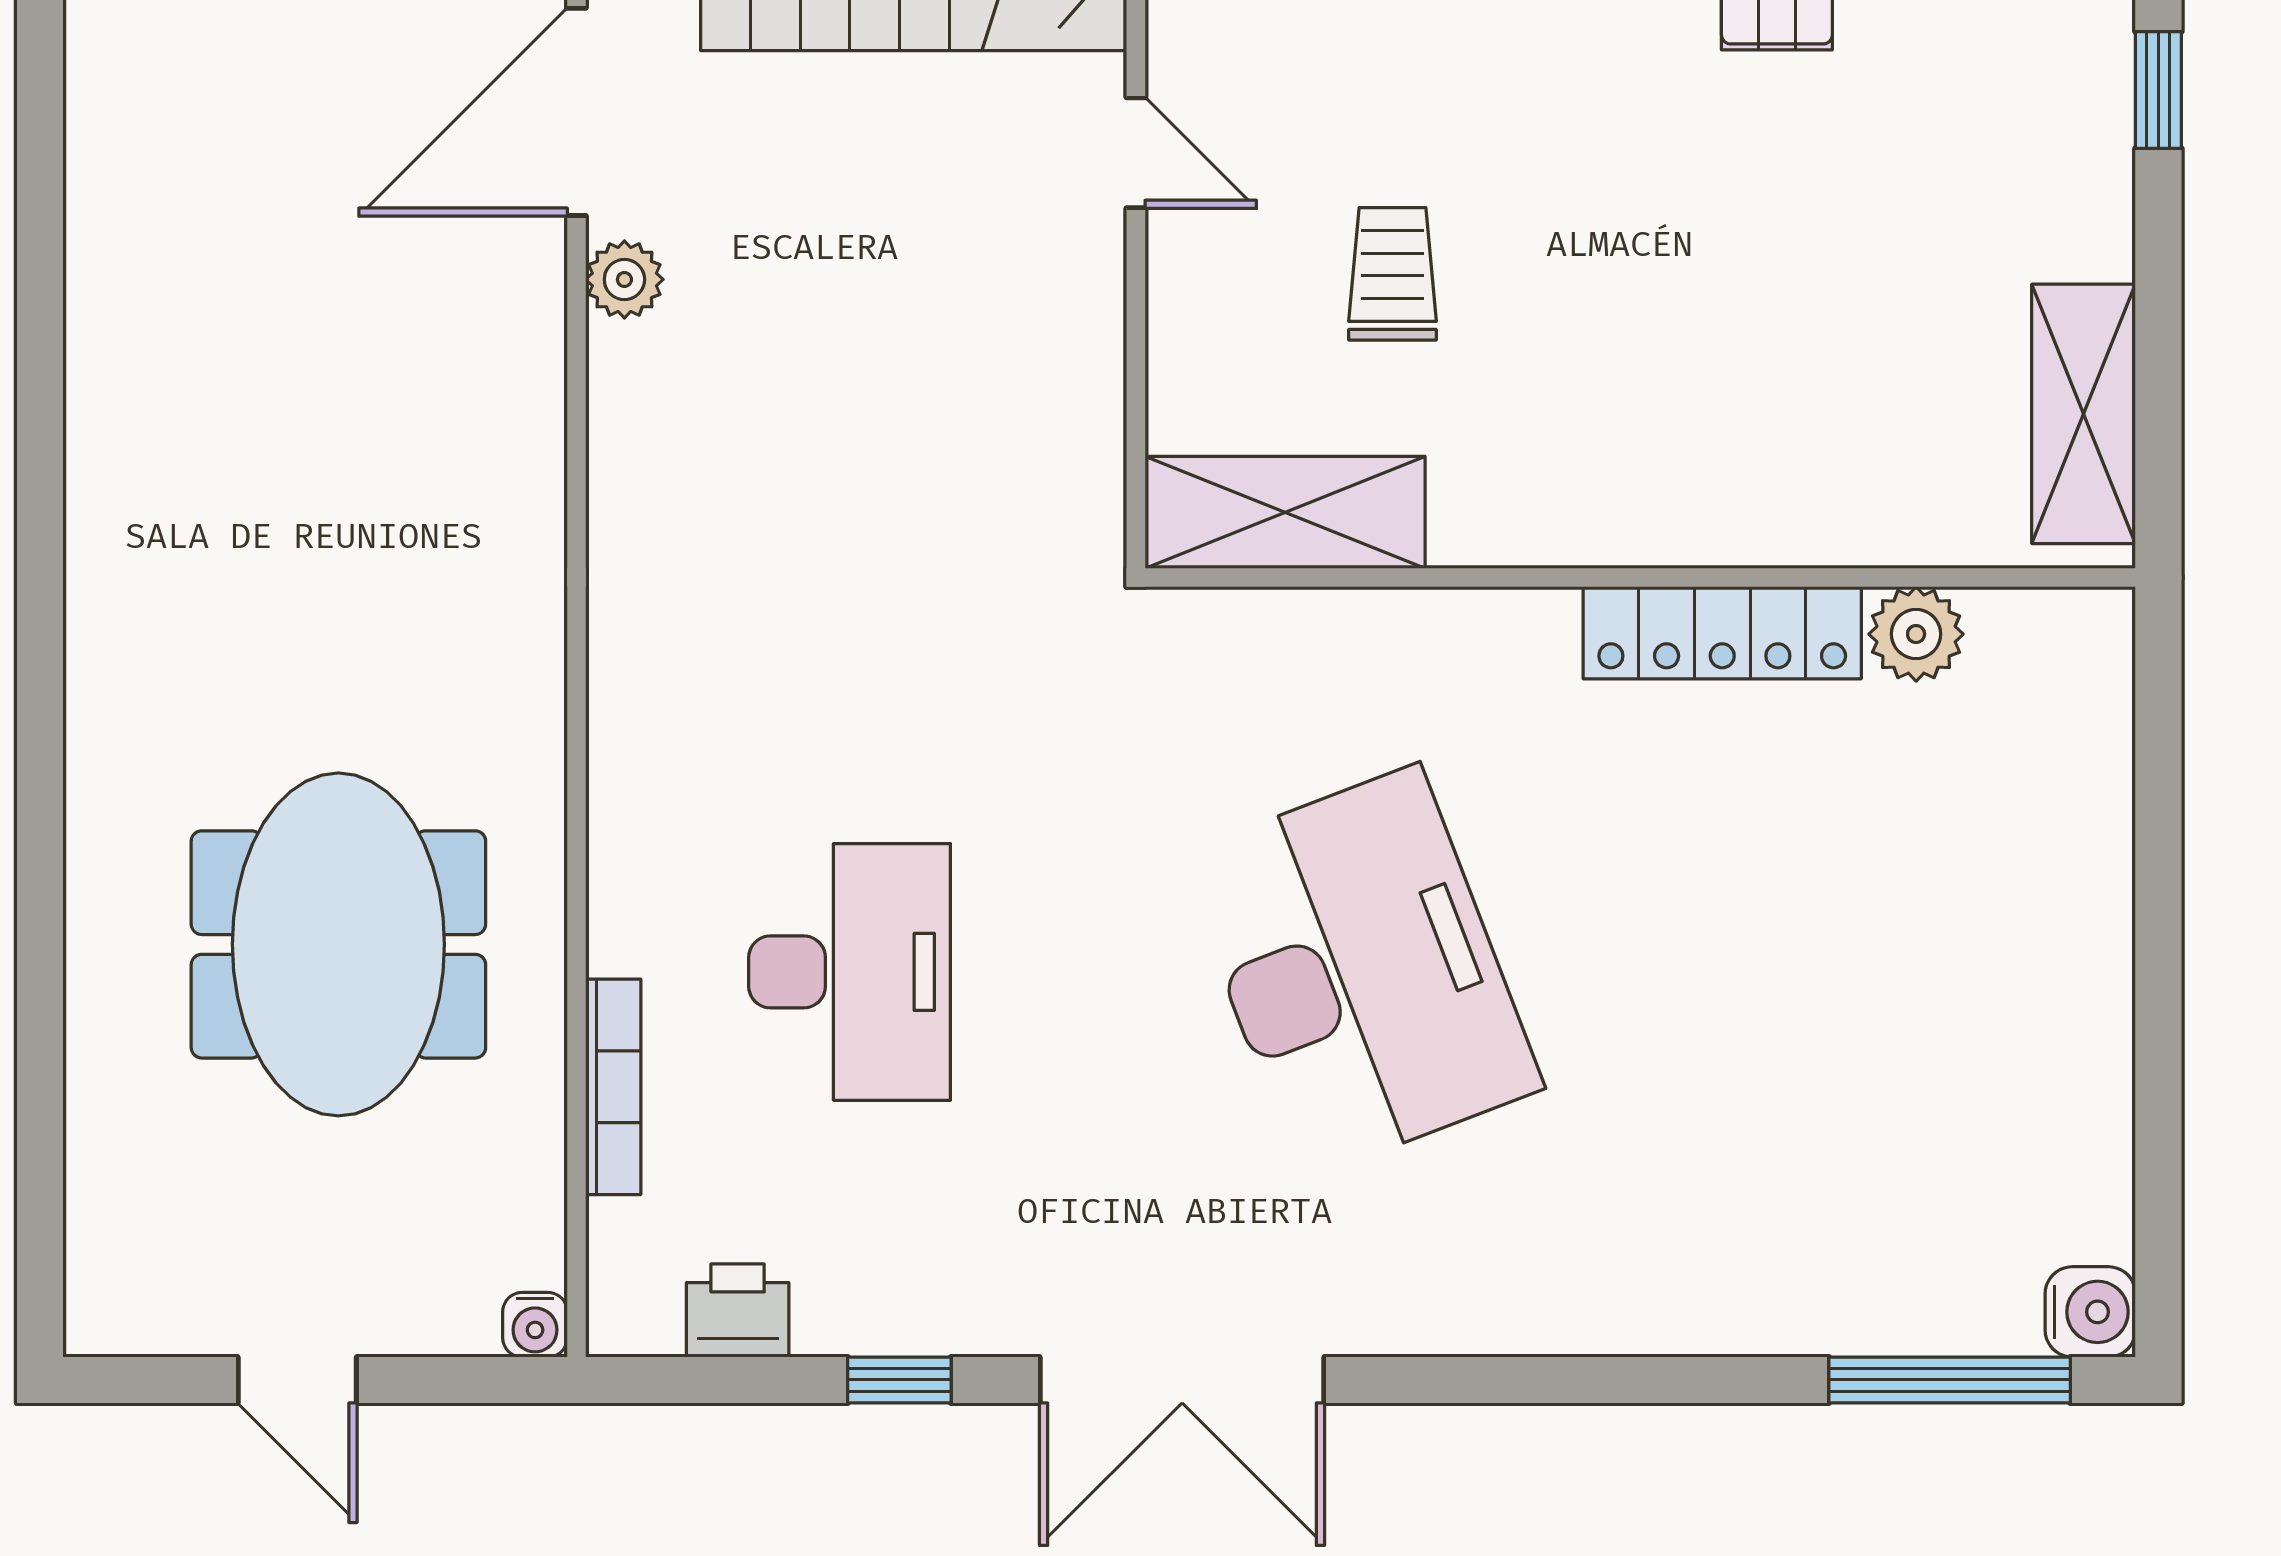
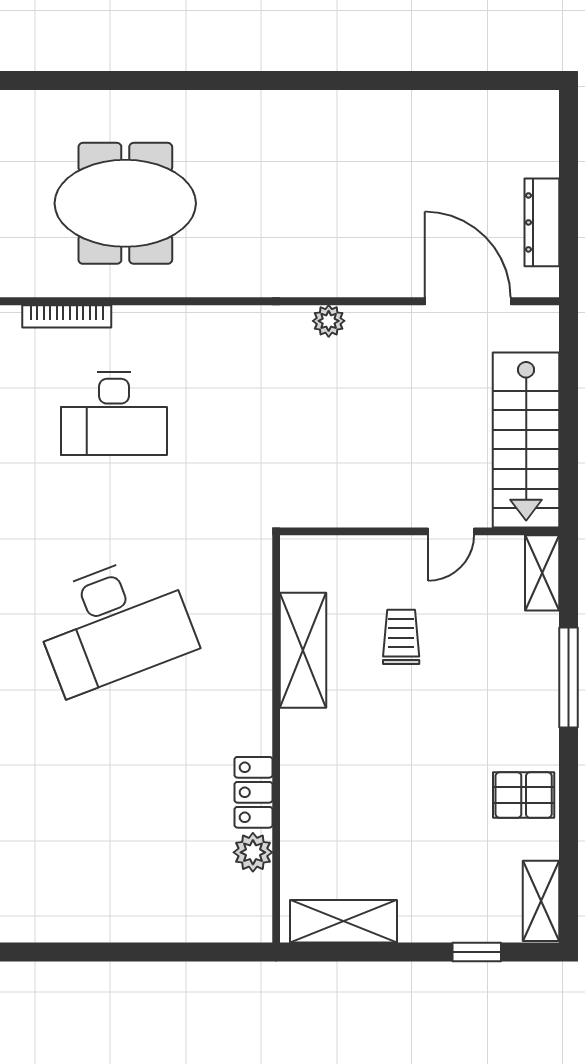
trolley: (1393, 274) -> (401, 637), turned -90
plant: (624, 279) -> (329, 321), moved
shelving: (1285, 512) -> (303, 650), moved
locker: (1722, 633) -> (253, 792), width x0.66

